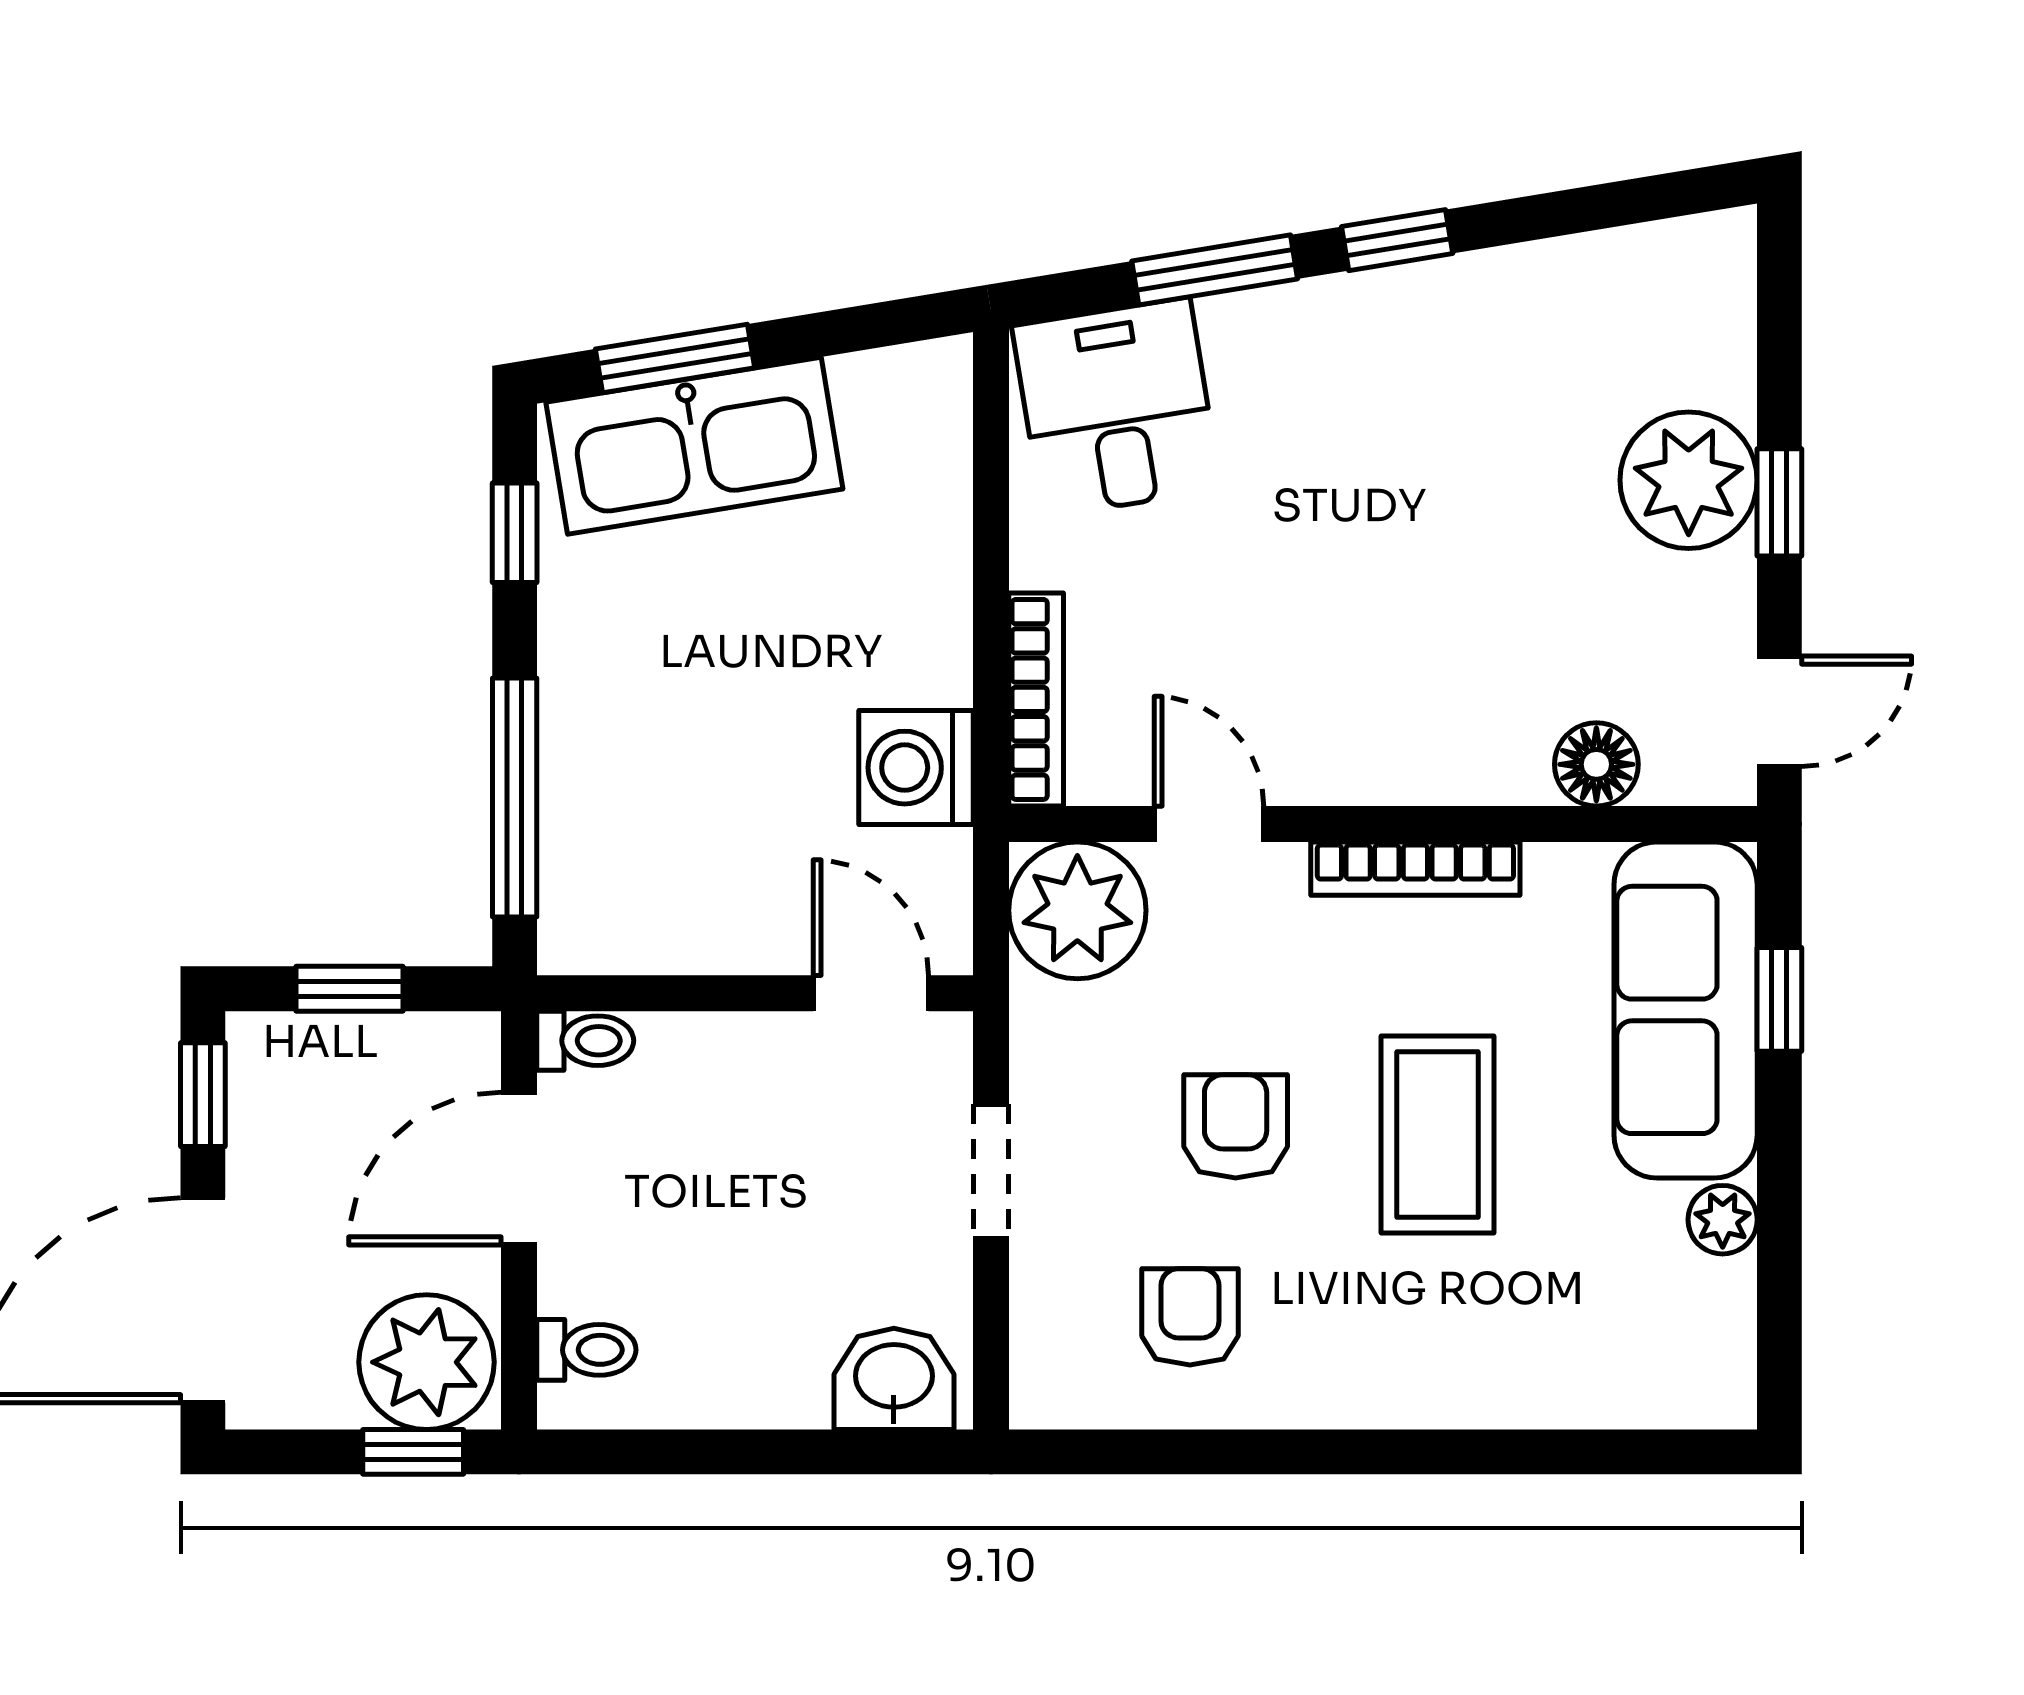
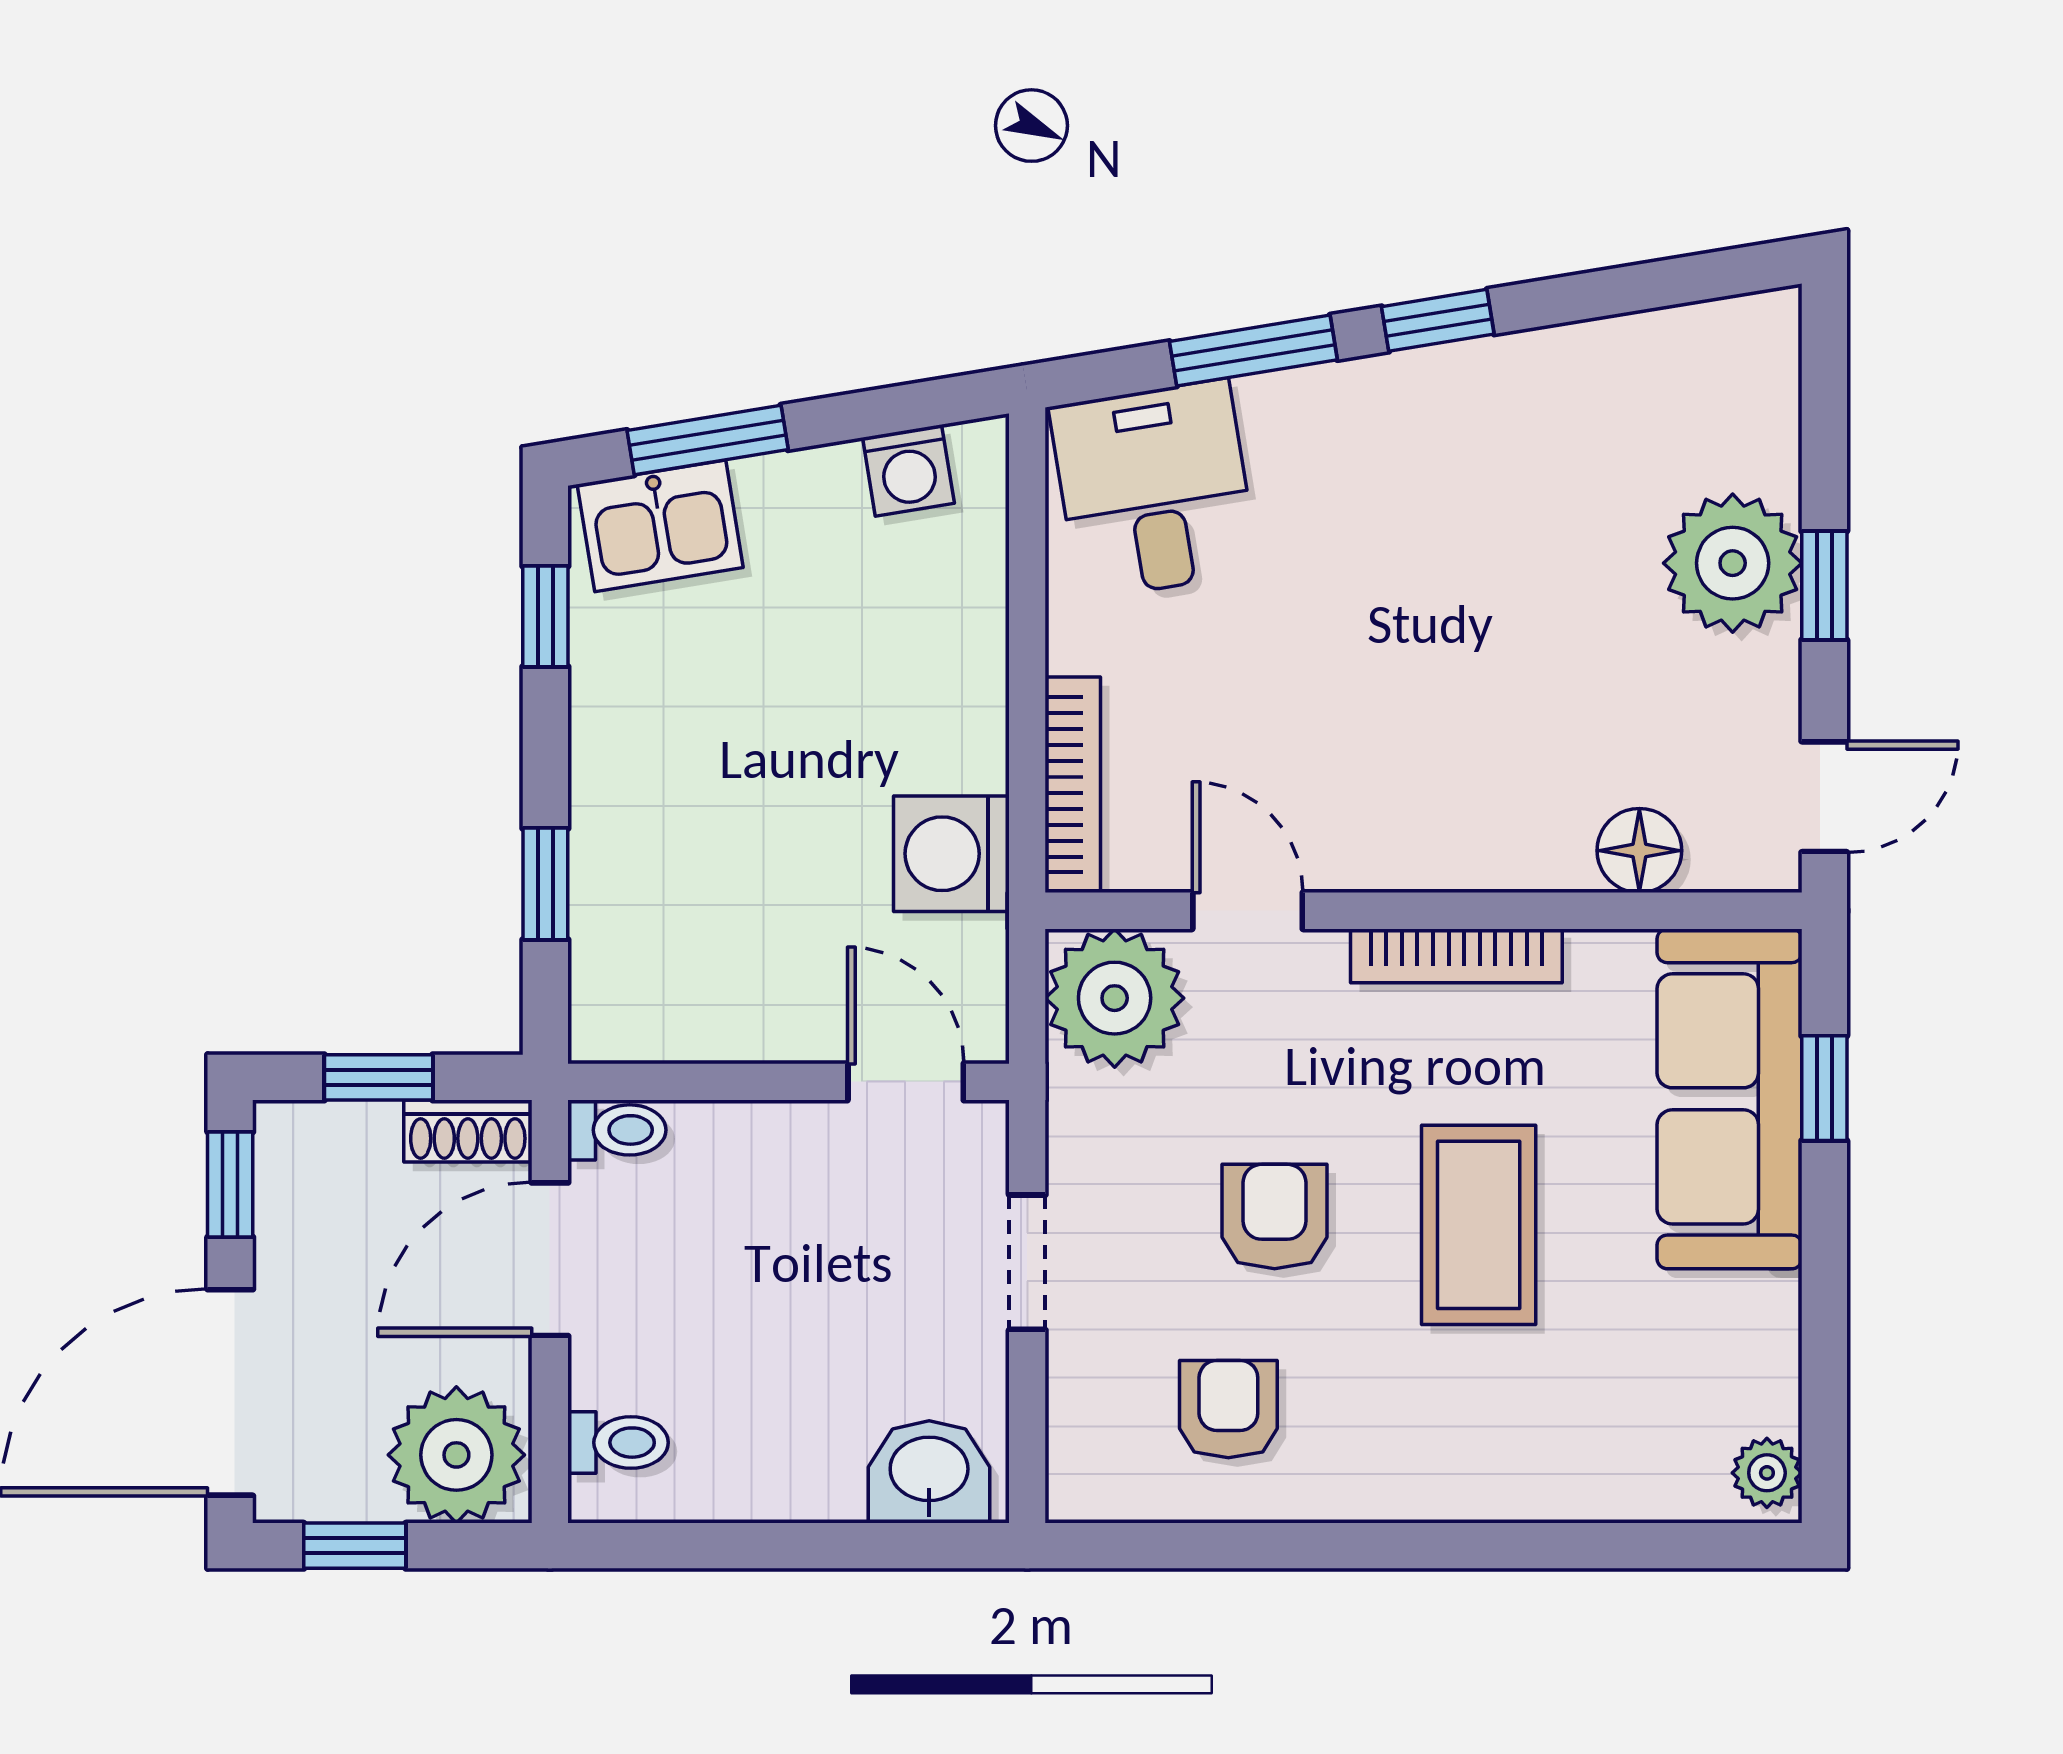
washing machine: (874, 389) -> (908, 470), added
kitchen sink: (694, 446) -> (660, 526), width x0.53, depth x0.81
window: (515, 797) -> (545, 884), width x0.46
shoe rack: (438, 1042) -> (468, 1131), added
plant: (1723, 1220) -> (1767, 1473), moved
window: (413, 1452) -> (355, 1546), moved

